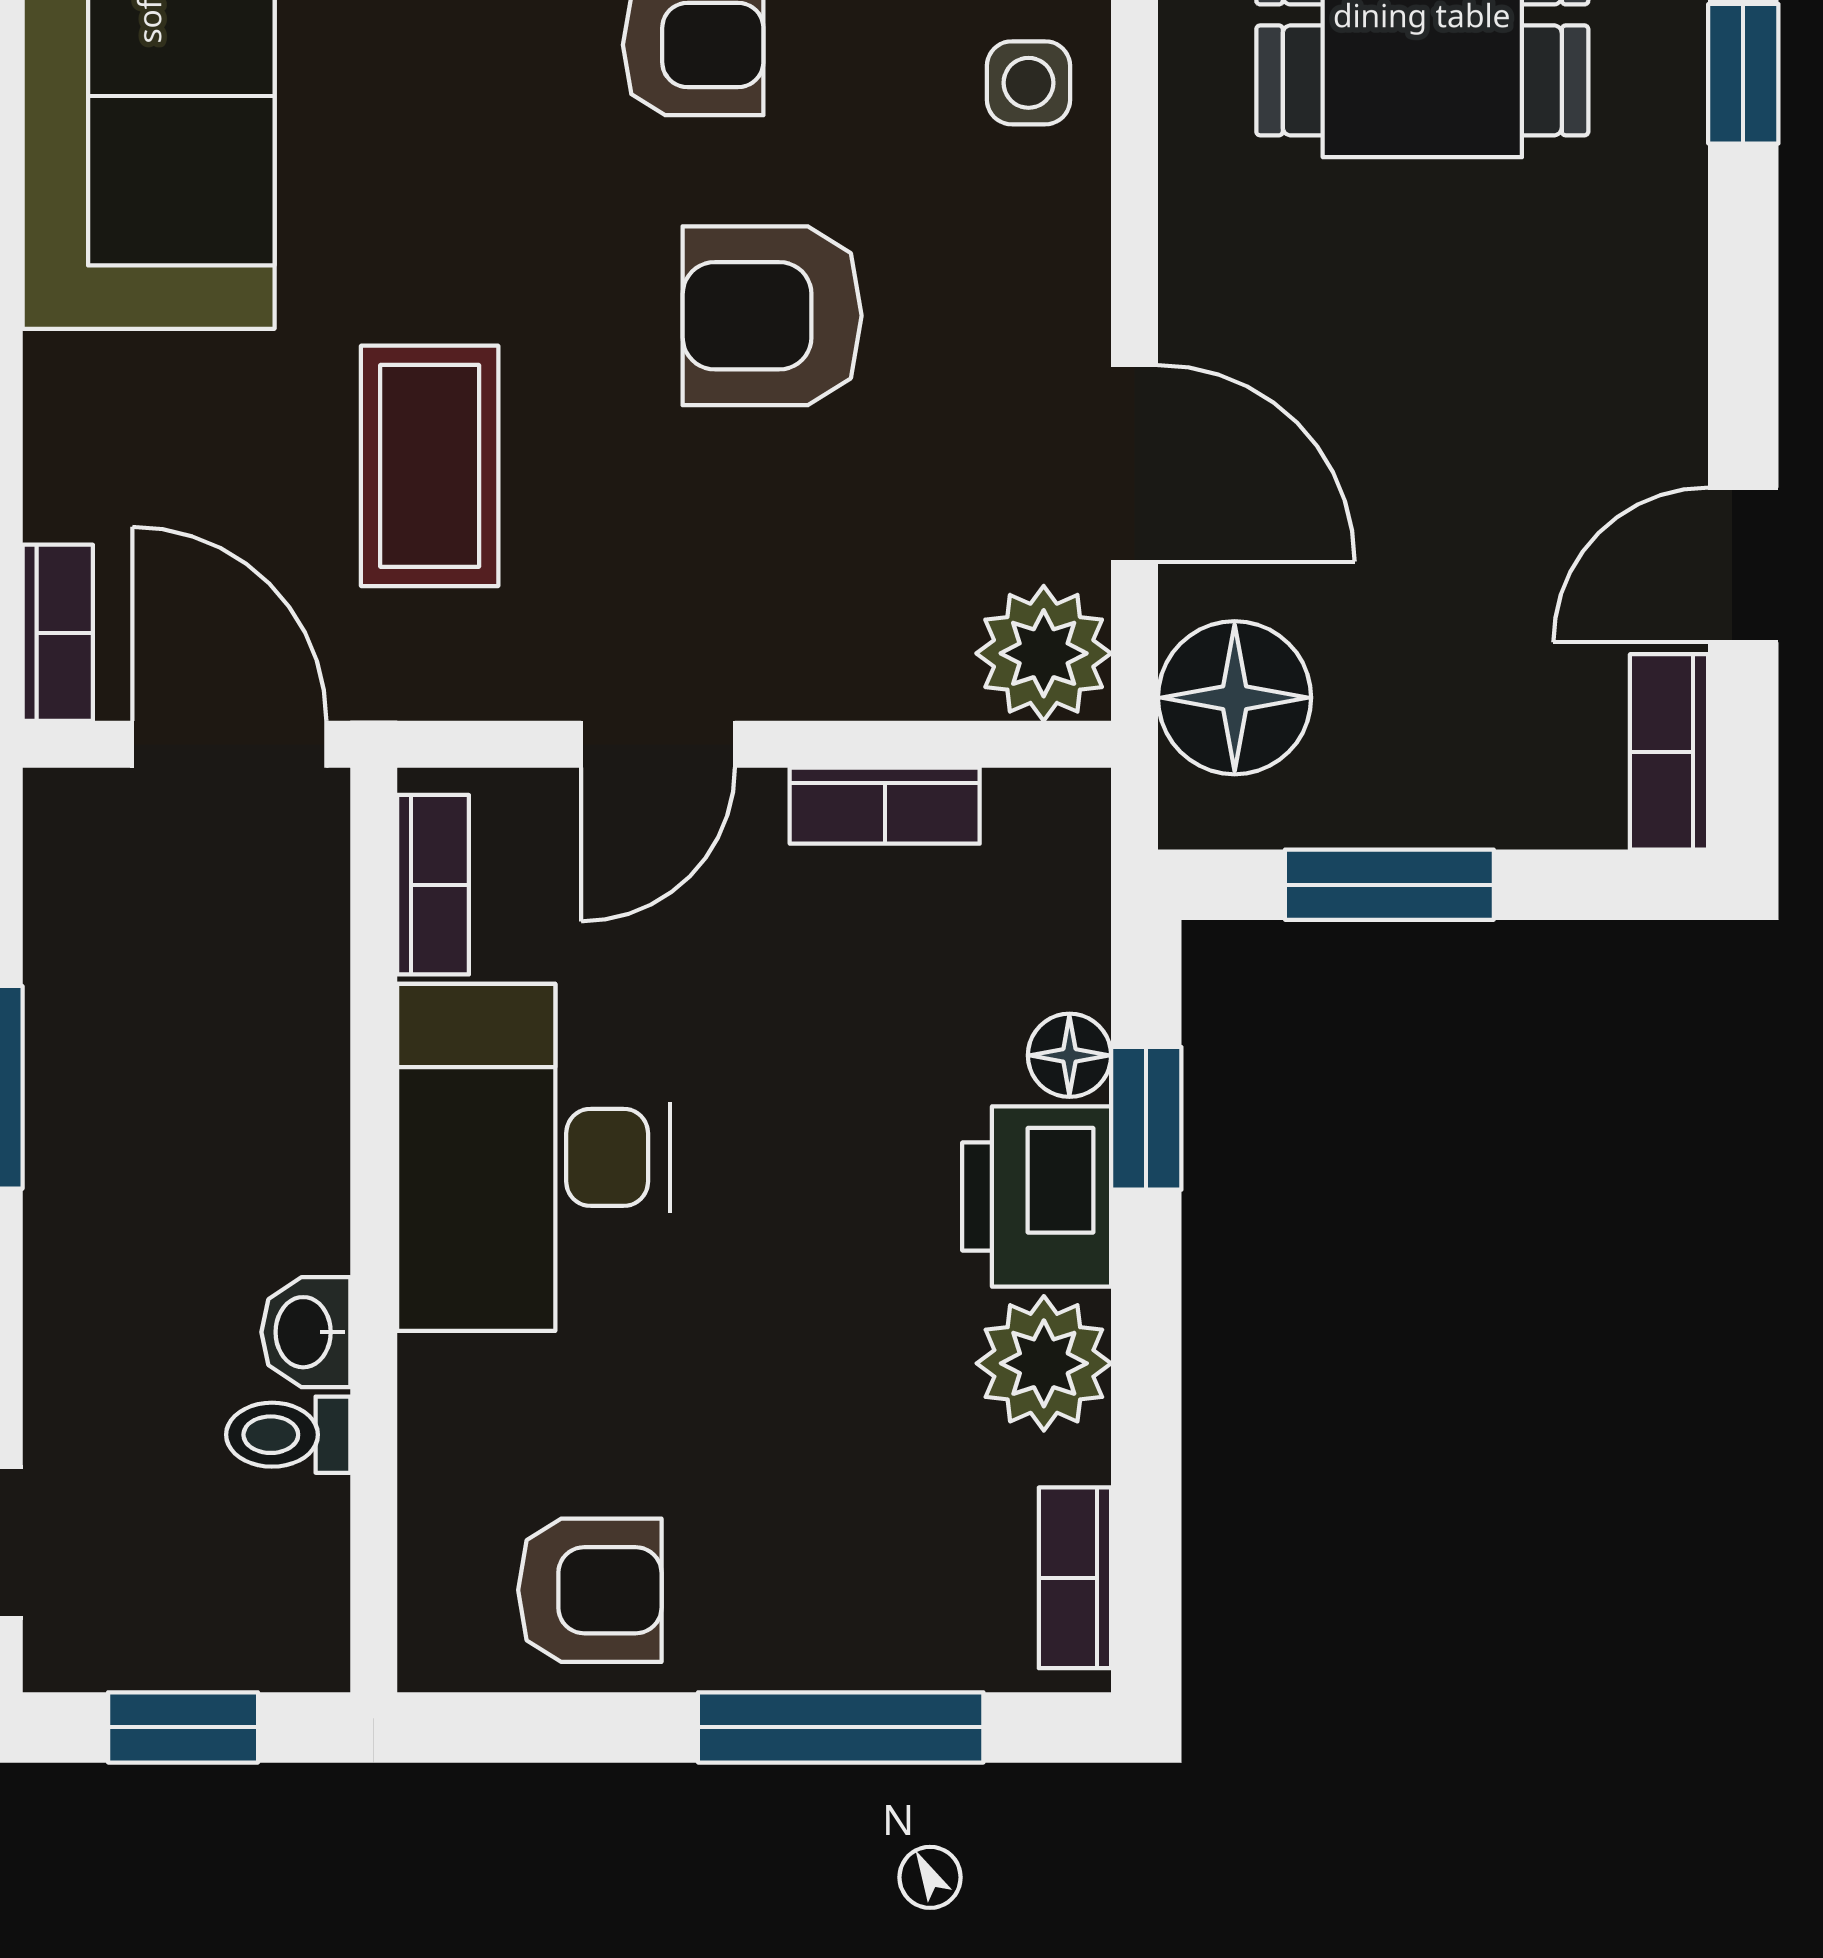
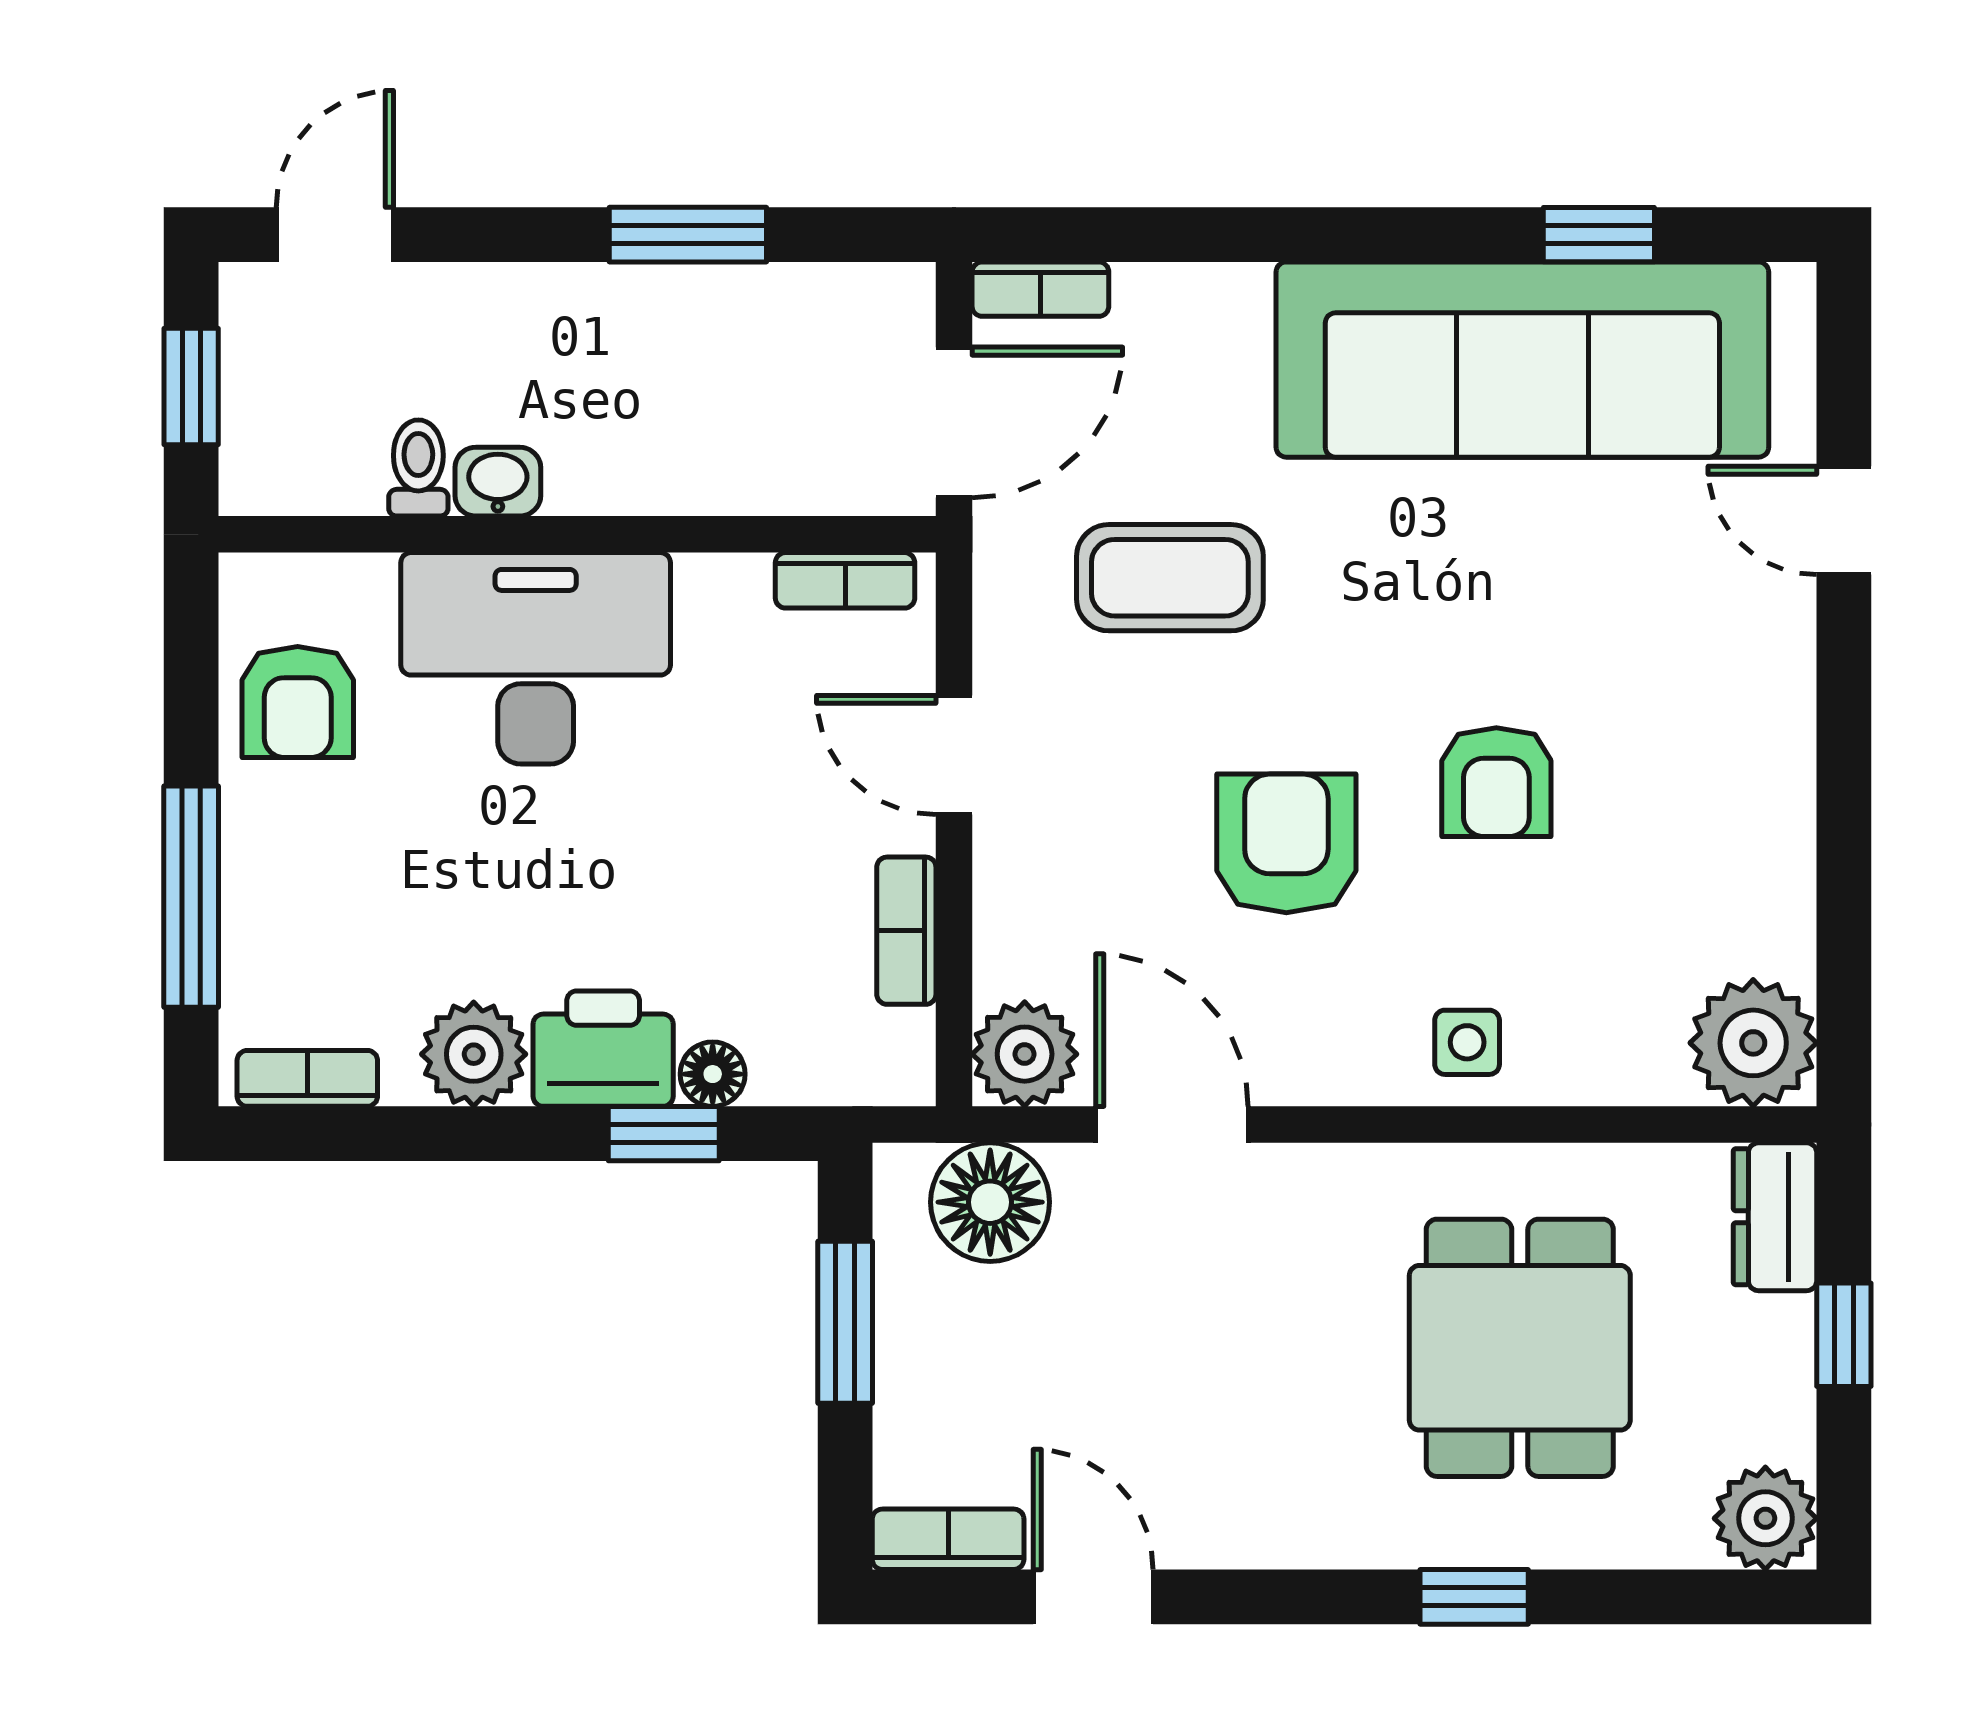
door: (1135, 463) -> (1172, 1125), swing flipped
desk: (533, 1157) -> (536, 658), moved

